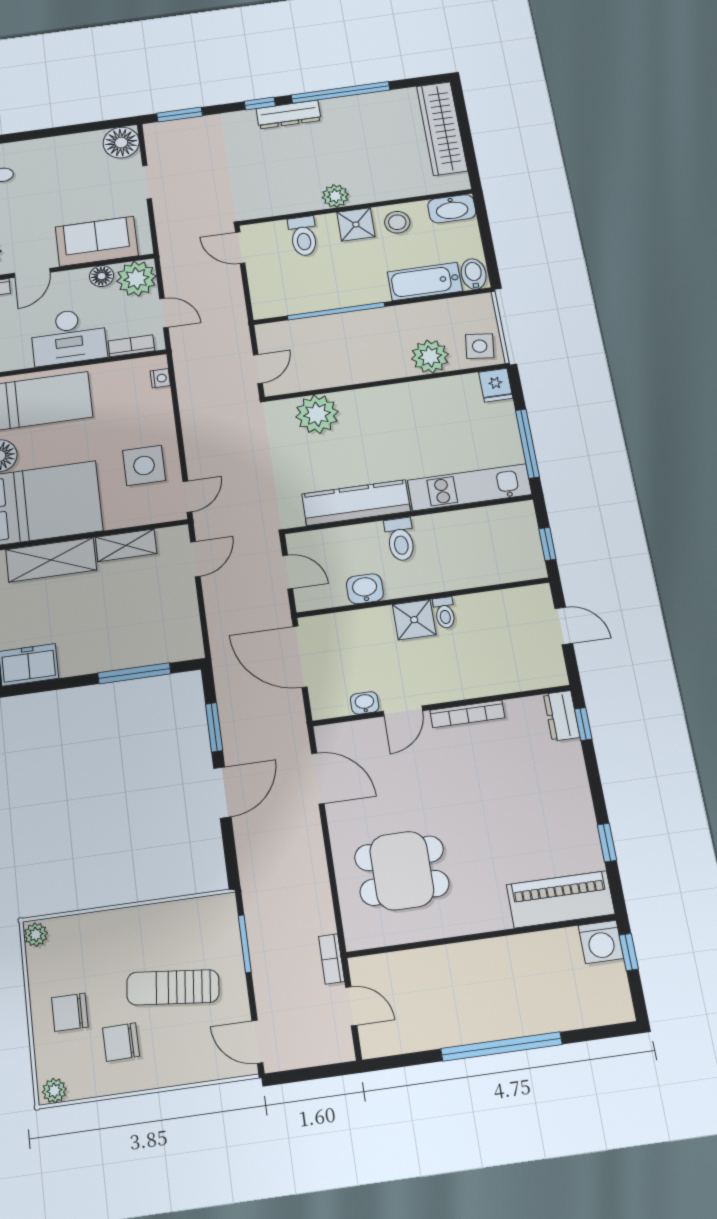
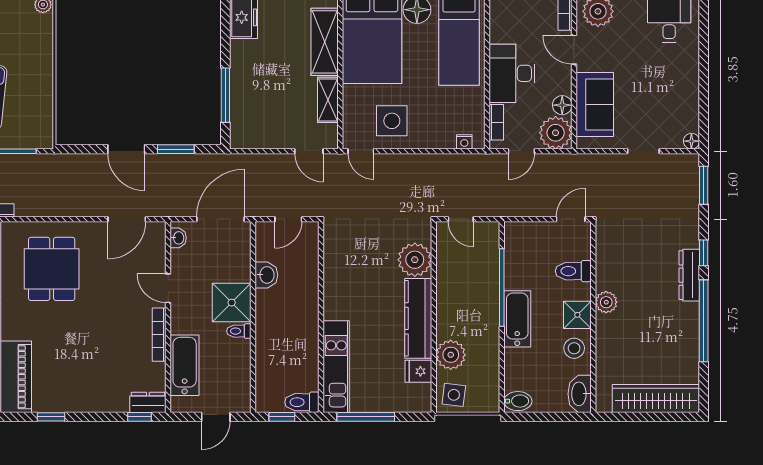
floor lamp: (121, 143) -> (691, 141), width x0.53, depth x0.53
bathtub: (425, 281) -> (517, 319), moved
fridge: (496, 385) -> (418, 371), moved
kitchen counter: (356, 503) -> (418, 318), moved, turned 180
toilet: (400, 539) -> (302, 402), moved
shower: (414, 620) -> (232, 303), width x1.36, depth x1.36
bathtub: (503, 675) -> (185, 365), added
washbasin: (365, 703) -> (178, 238), moved

